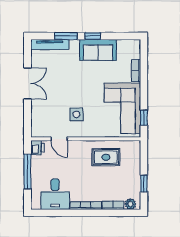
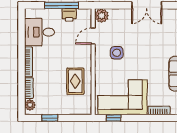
plant: (38, 130) -> (102, 16), added
printer: (37, 148) -> (69, 15), moved

